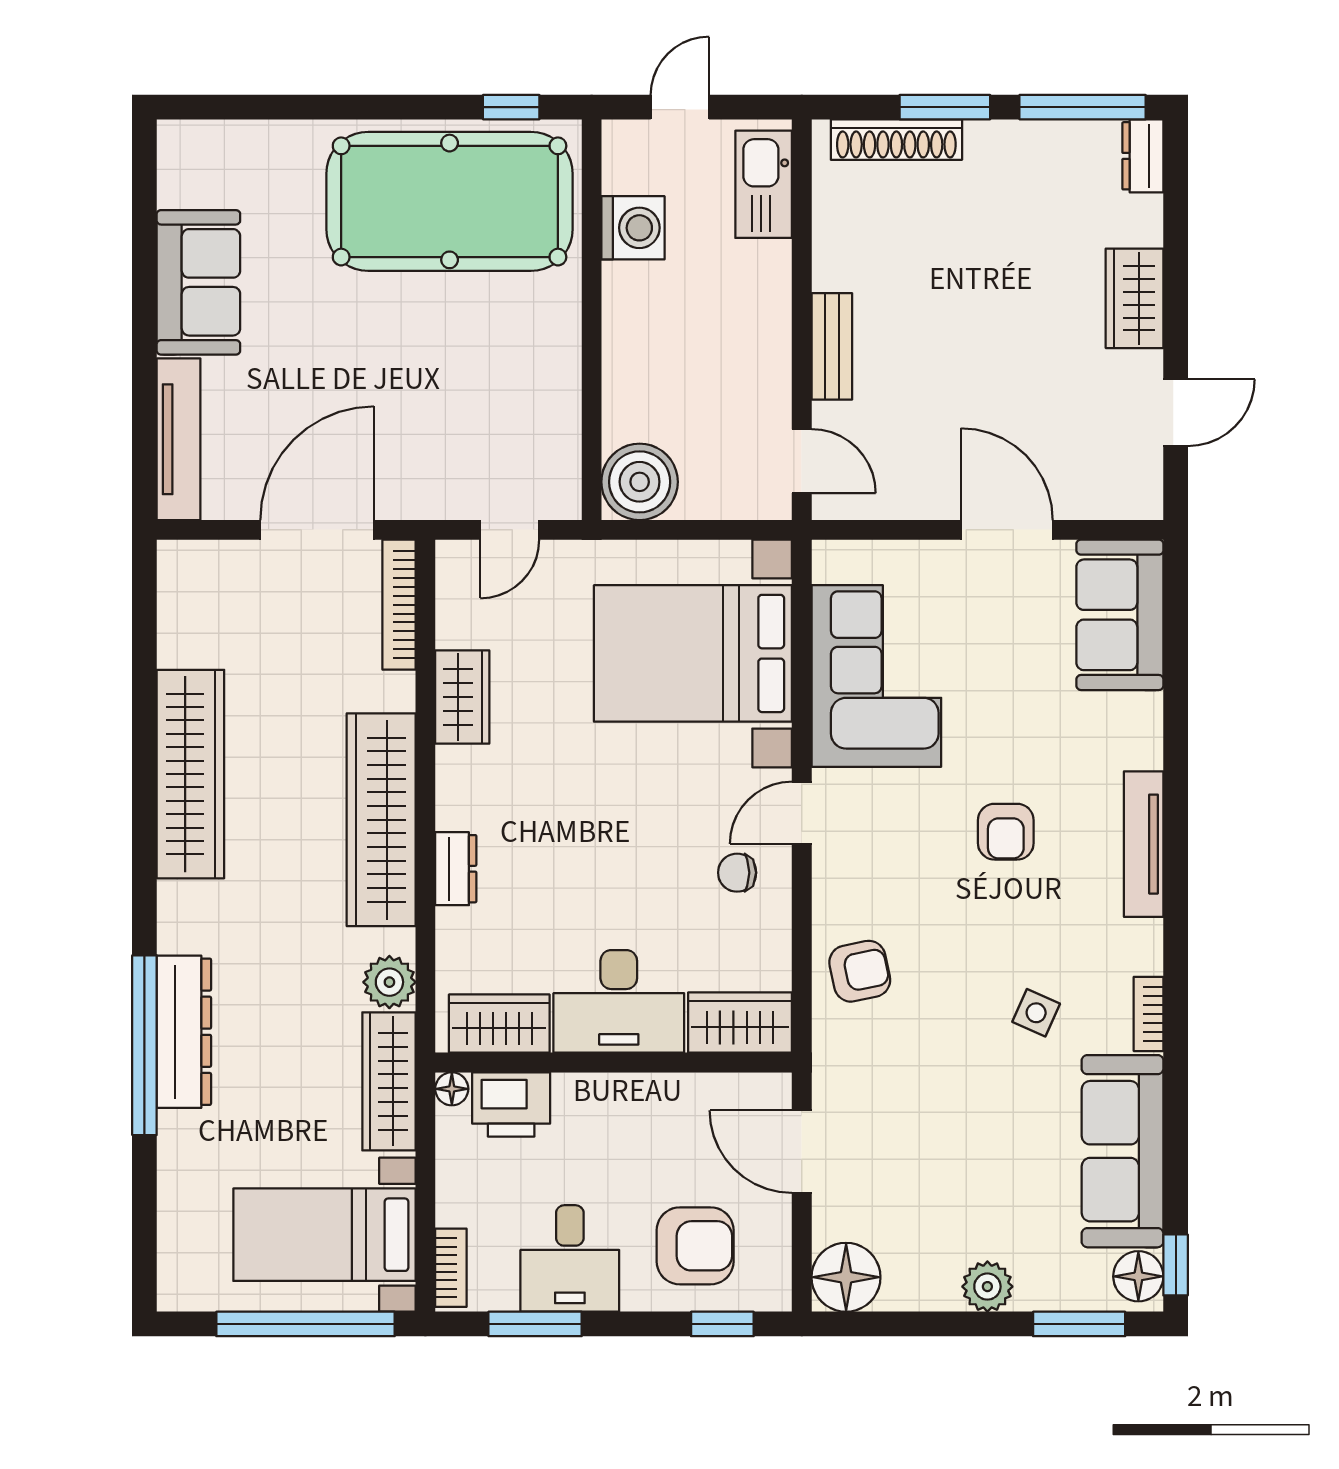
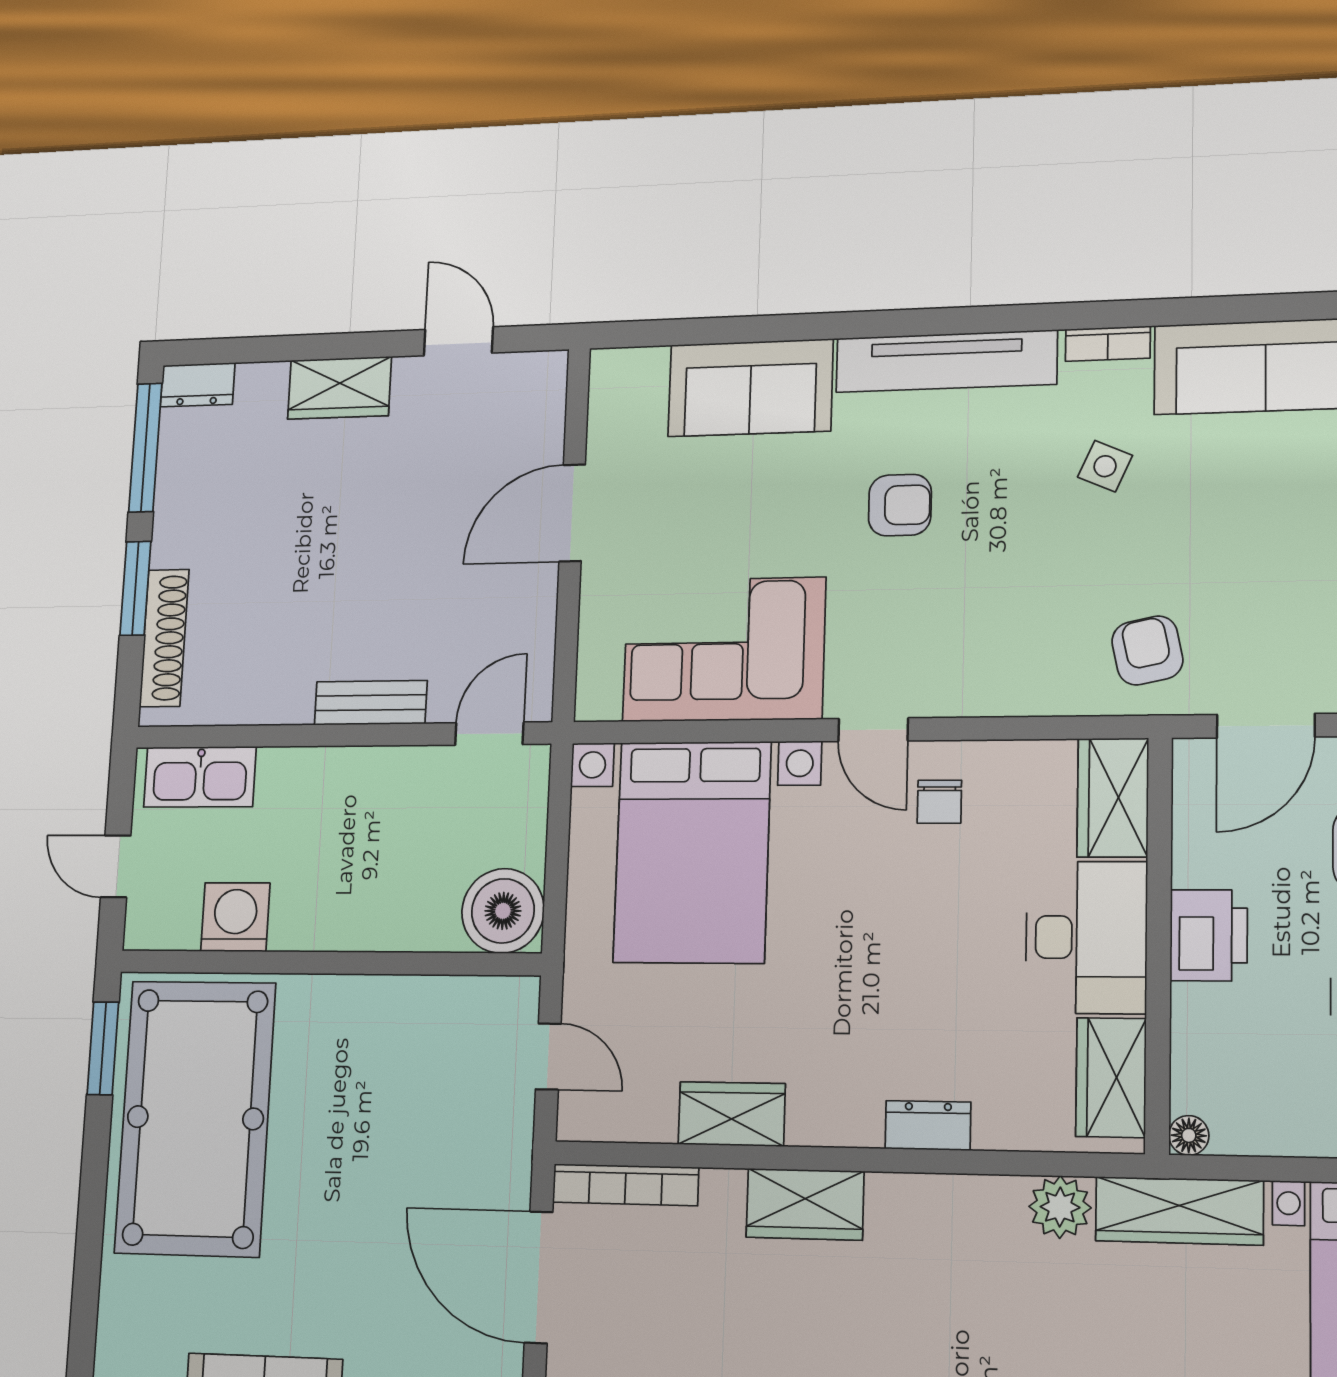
window: (511, 107) -> (103, 1048), width x1.50
sofa: (1120, 615) -> (750, 388), moved
wardrobe: (381, 820) -> (805, 1204), width x0.48, depth x0.85
tv unit: (1144, 844) -> (946, 361), width x1.36, depth x1.29
armchair: (860, 971) -> (1147, 650), moved
printer: (511, 1104) -> (1209, 935), moved

